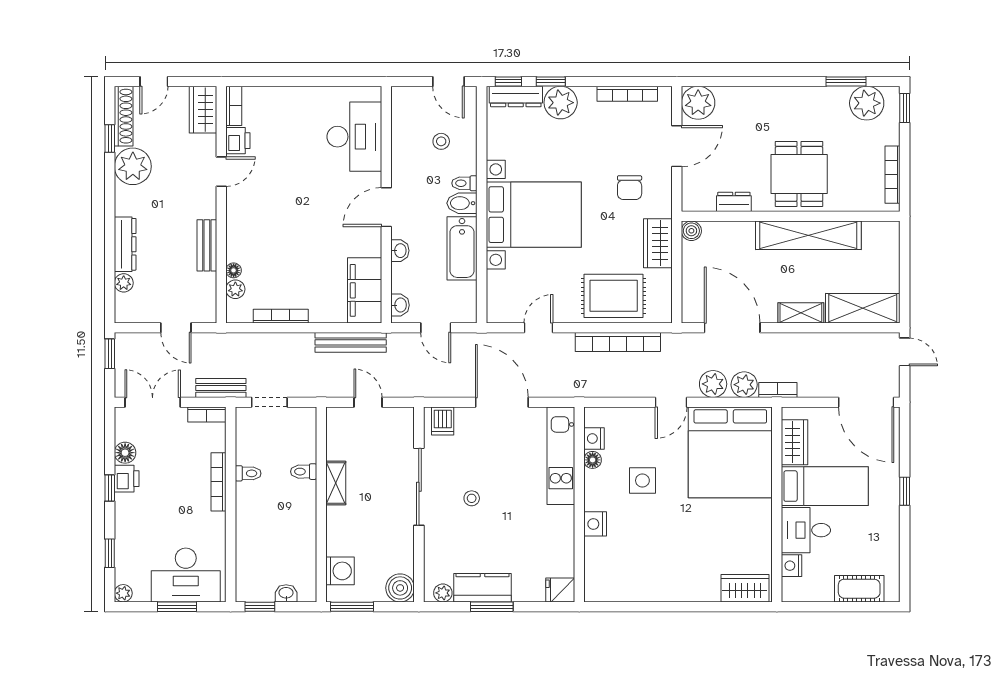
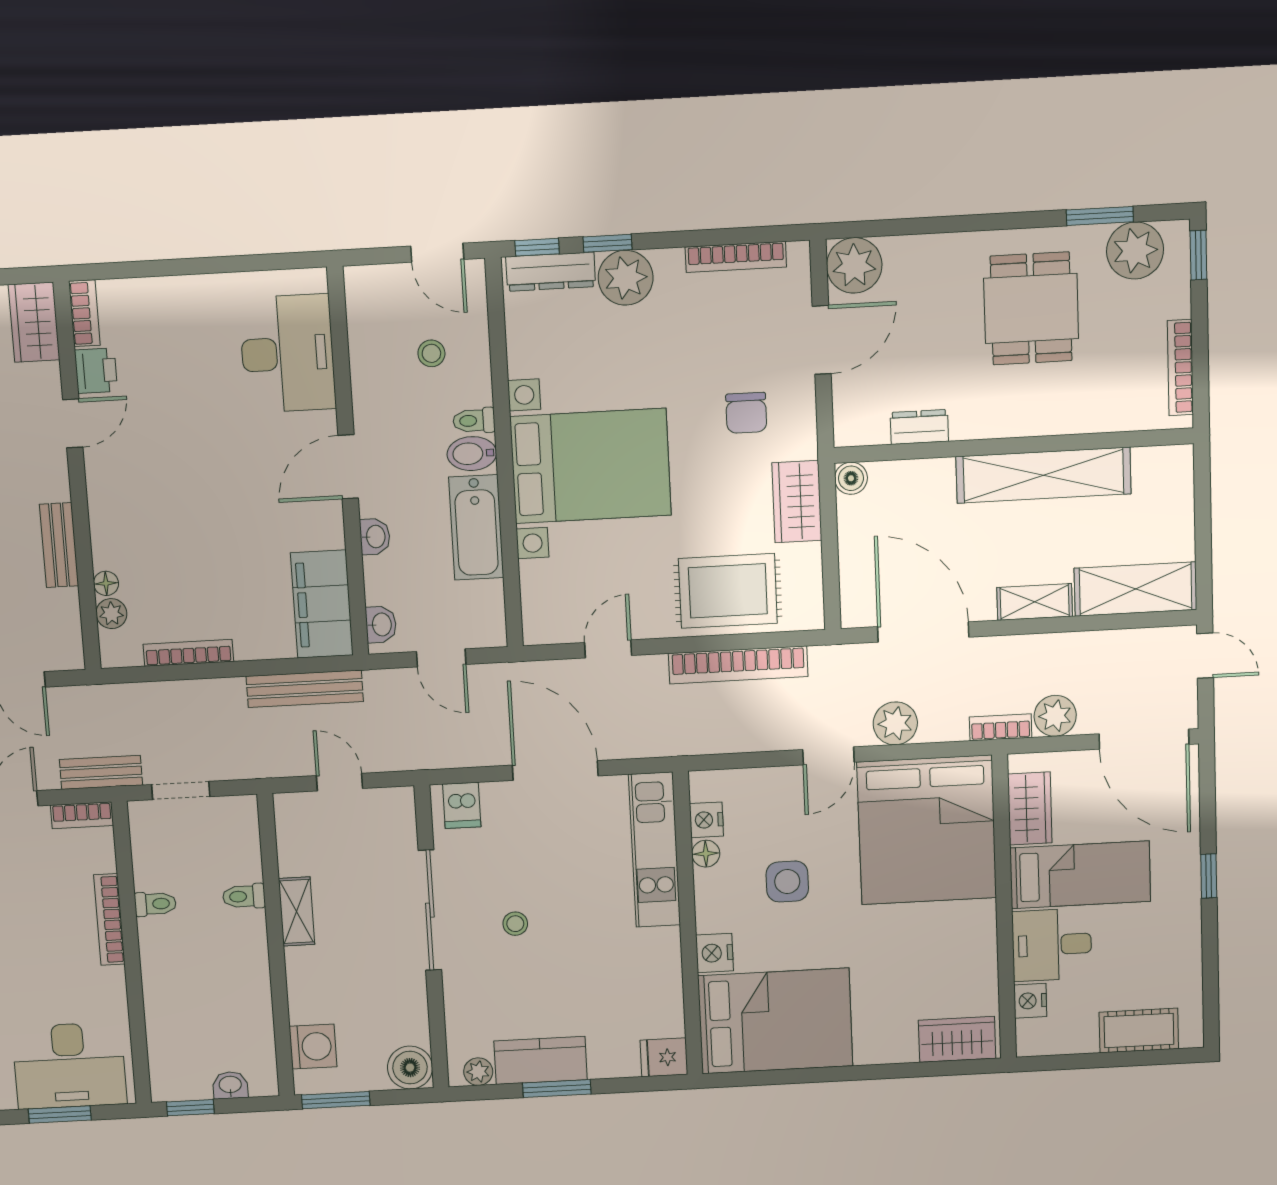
dining table: (799, 174) -> (1031, 308), moved
plant: (744, 385) -> (1055, 716), moved
bed: (631, 570) -> (775, 1021), added

